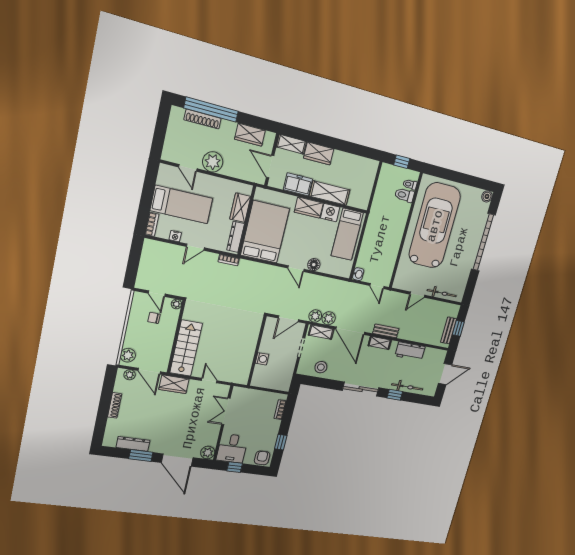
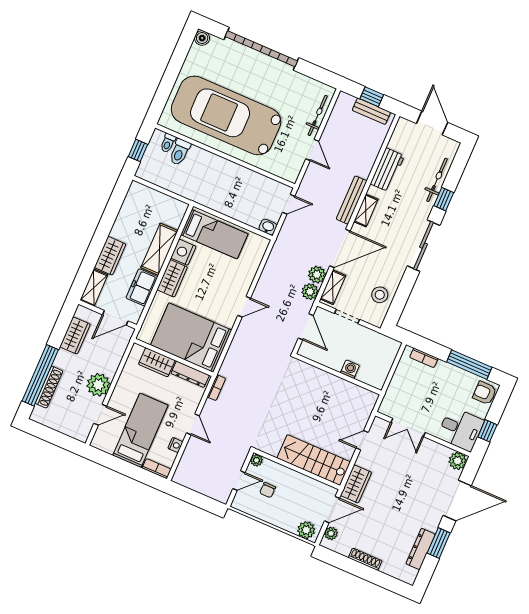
floor lamp: (314, 265) -> (244, 283), removed
bench: (386, 331) -> (352, 200), width x1.36
window: (281, 442) -> (469, 365), width x2.17

